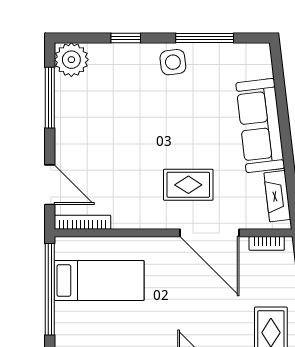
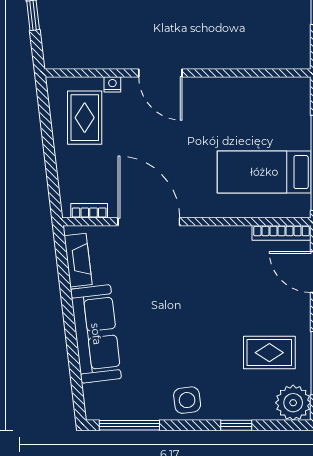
window: (205, 38) -> (129, 425), moved
rug: (188, 185) -> (269, 353), moved

